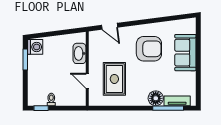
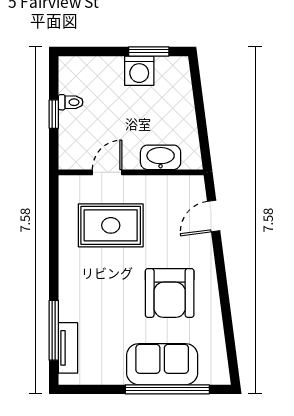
washing machine: (35, 47) -> (139, 71), moved
window: (198, 50) -> (167, 389), added
floor lamp: (156, 98) -> (73, 306), removed
window: (41, 108) -> (54, 114), moved

